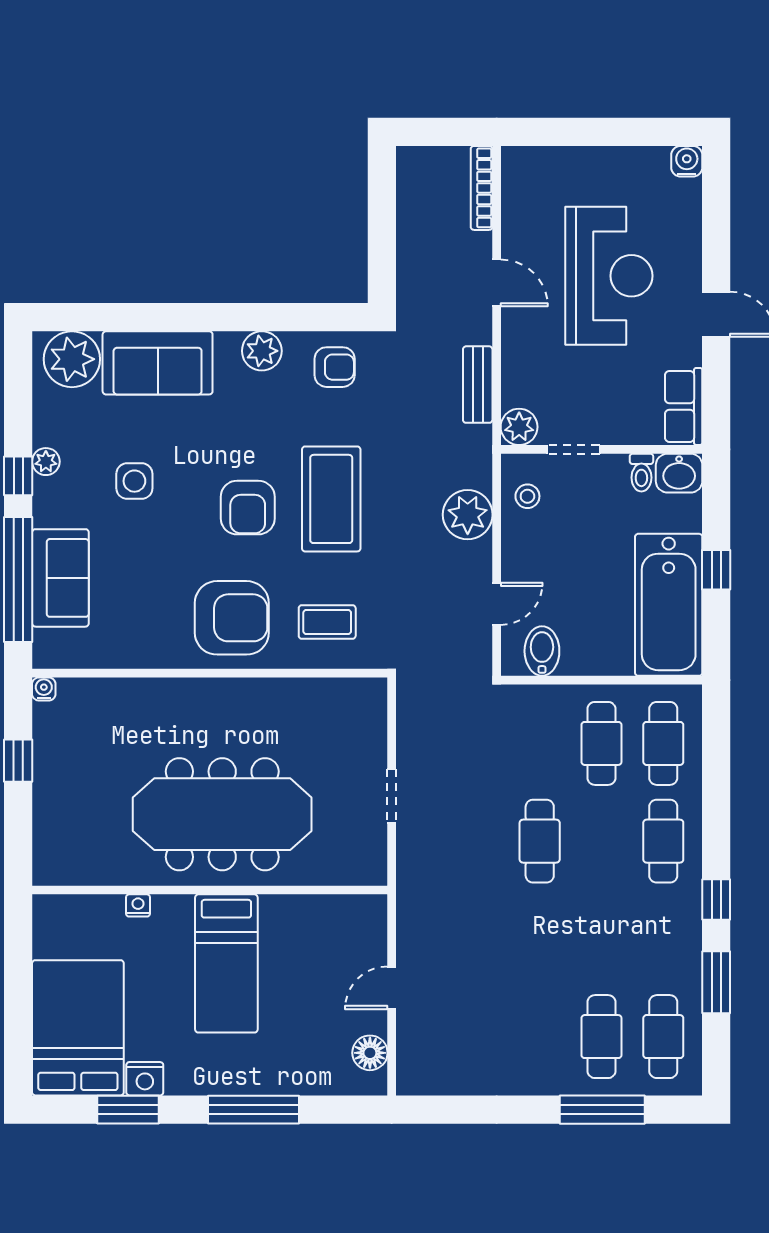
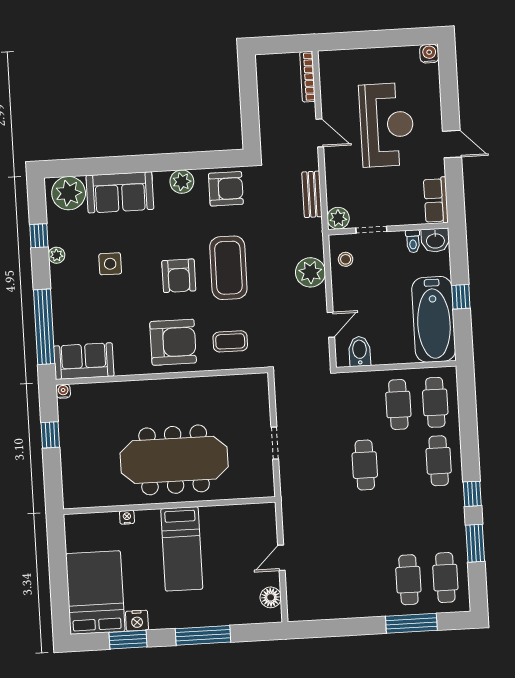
armchair: (335, 367) -> (226, 189), width x1.38, depth x1.38
window: (18, 476) -> (39, 236), moved
sofa: (60, 578) -> (84, 361), moved, turned -90

